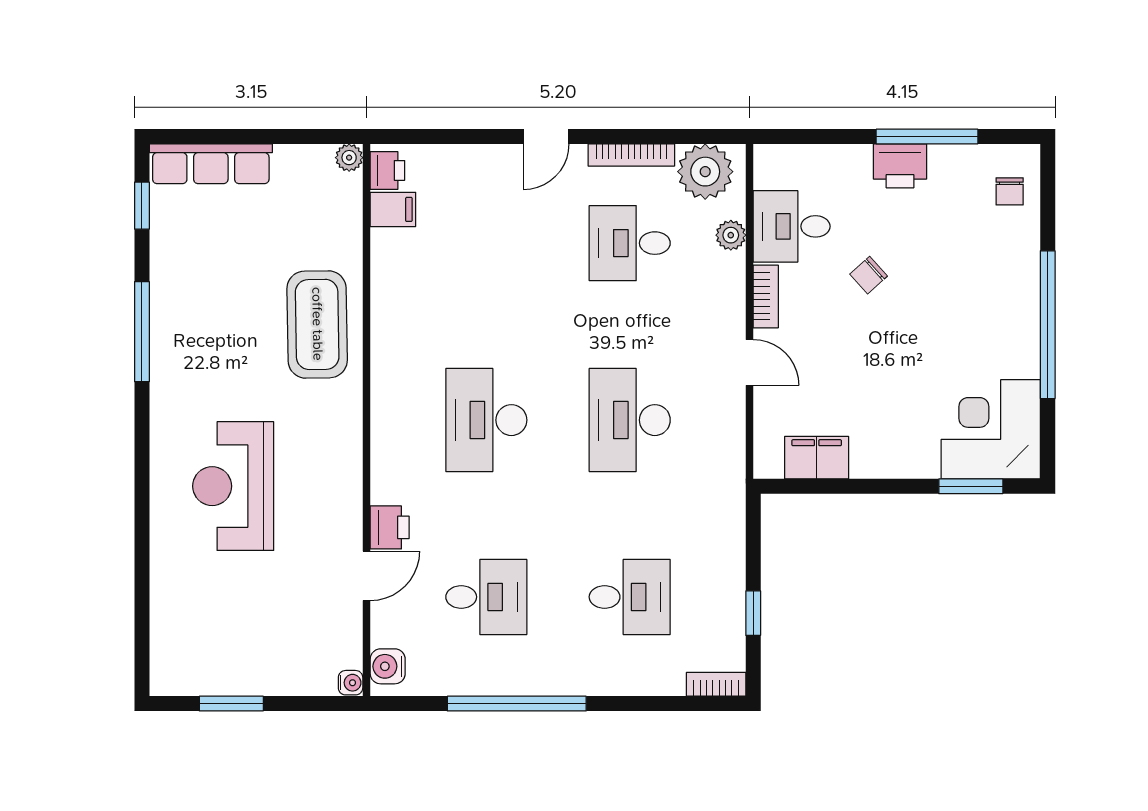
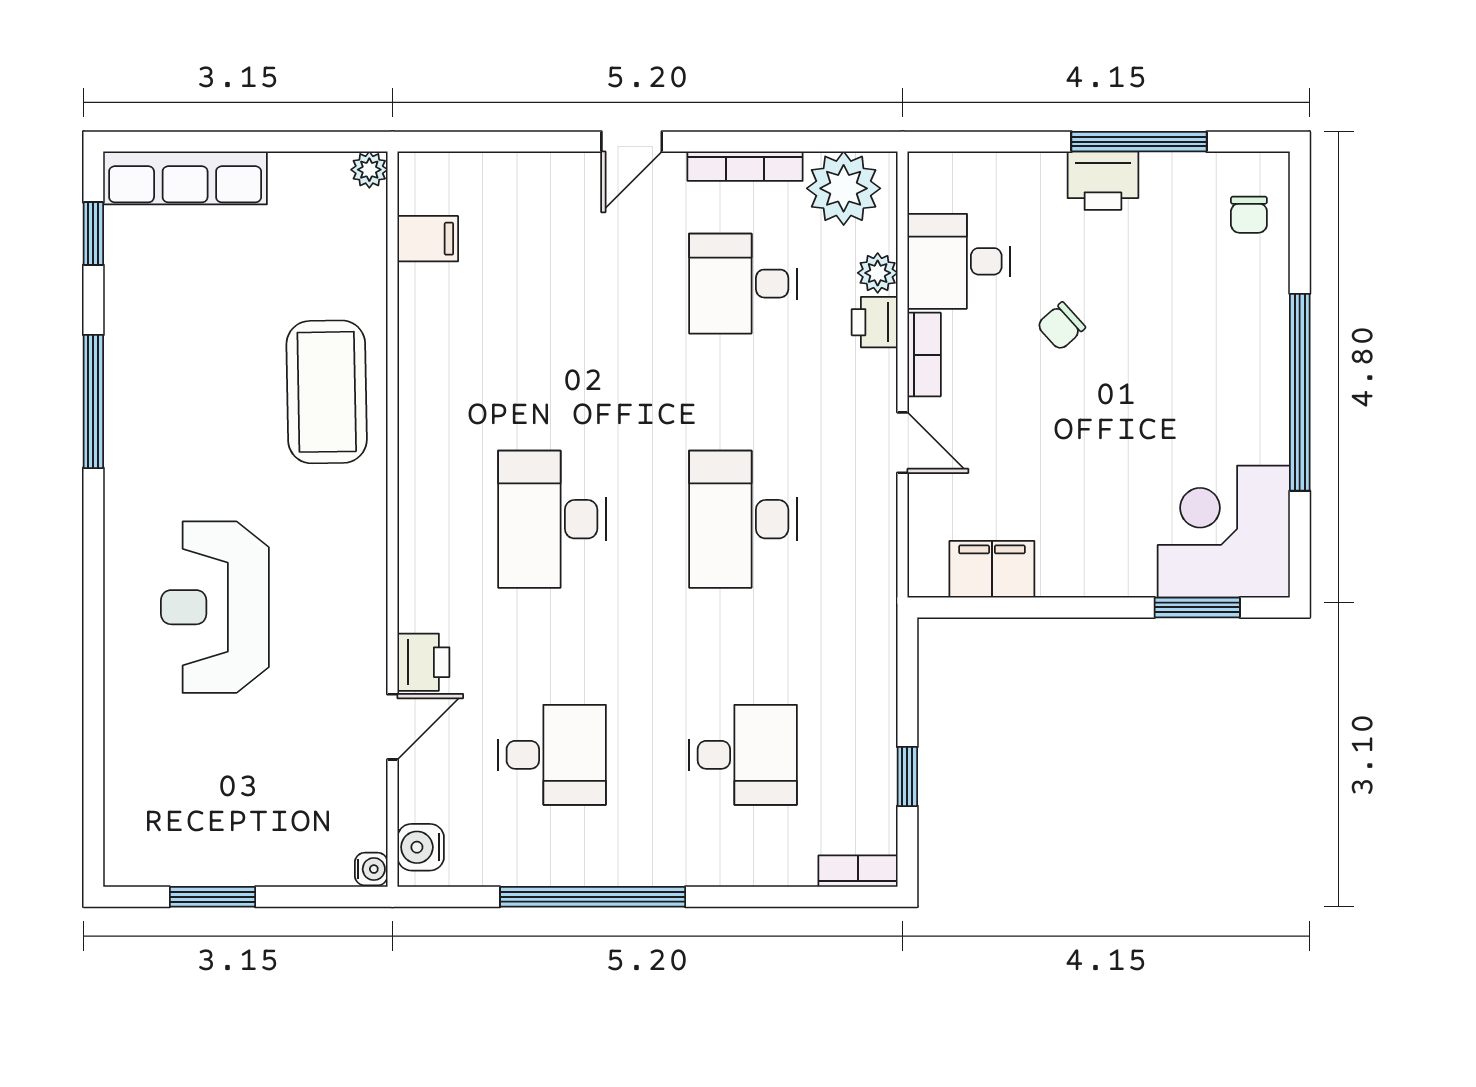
printer: (387, 170) -> (875, 322), moved, turned 180

